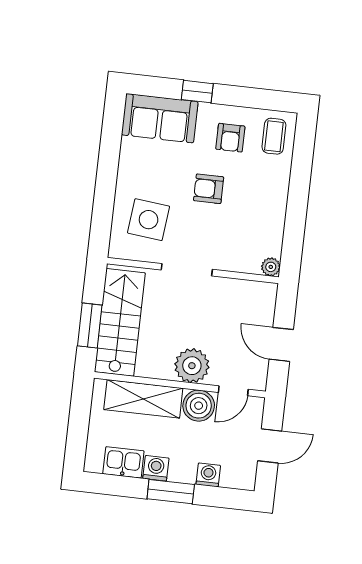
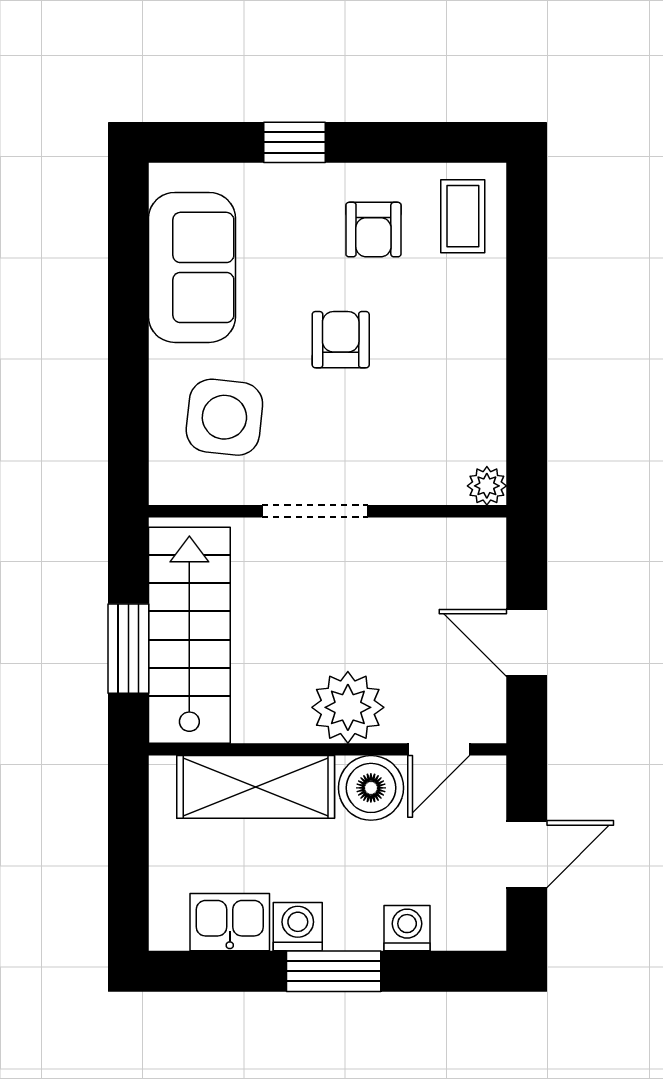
sofa: (160, 118) -> (192, 267), moved, turned -90
armchair: (209, 189) -> (341, 340), turned 90

